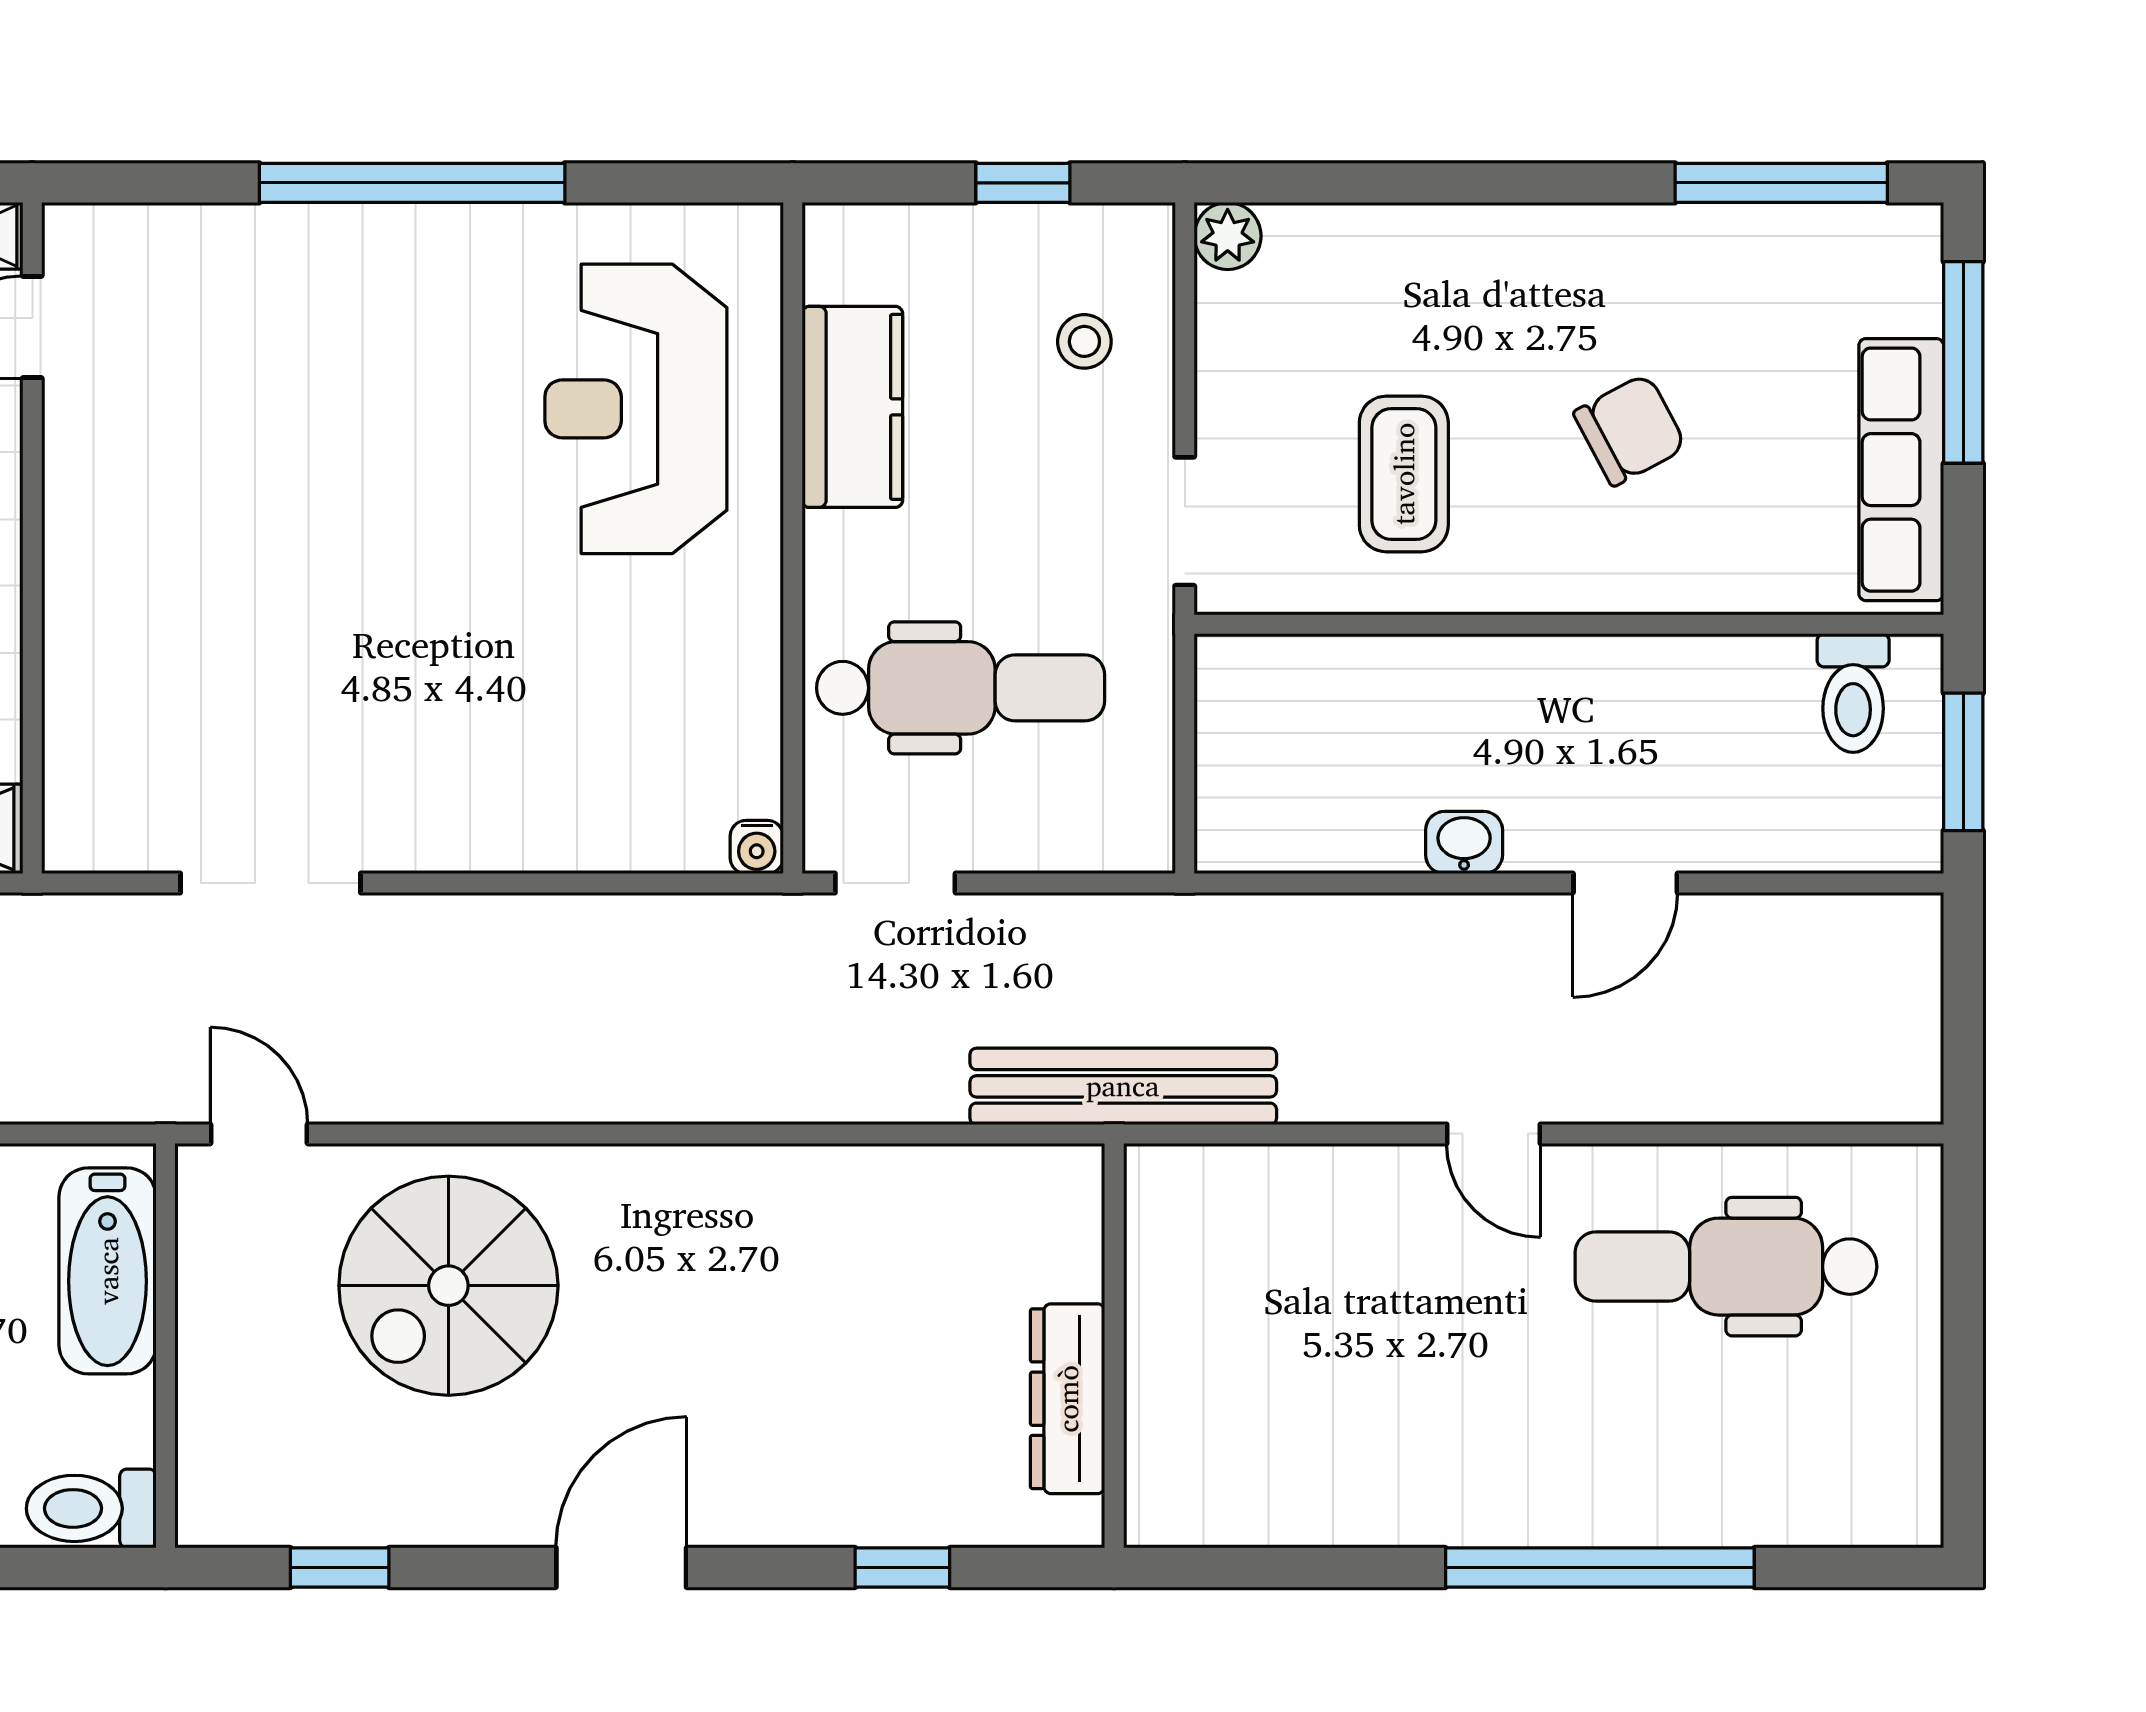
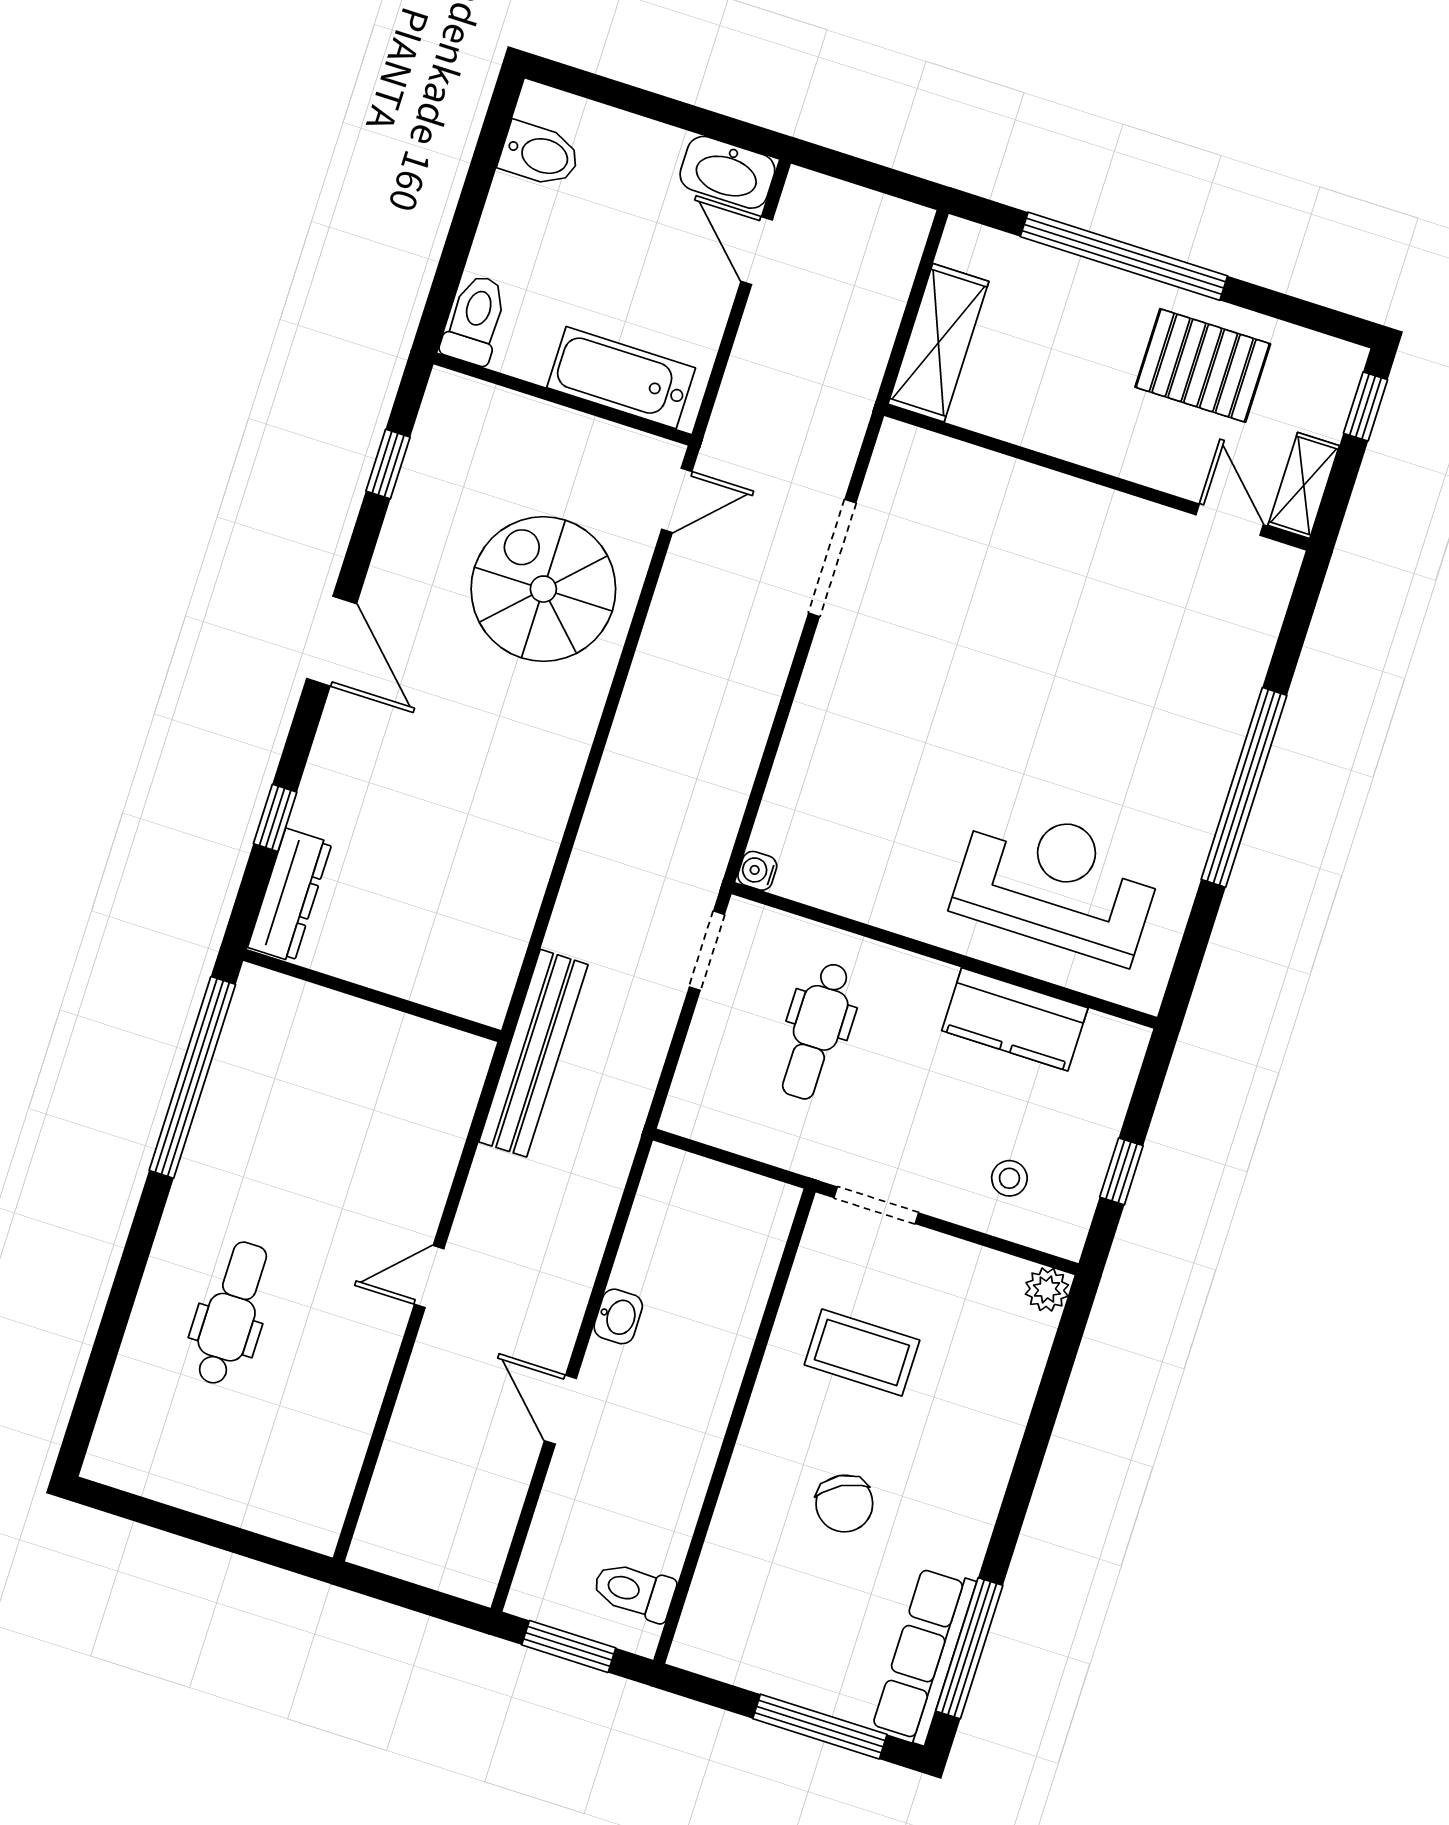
row of seats: (1901, 470) -> (924, 1655), moved, turned -90
dental chair: (961, 688) -> (816, 1031), width x0.73, depth x0.72
dental chair: (1726, 1267) -> (231, 1313), moved, width x0.73, depth x0.72
dresser: (1068, 1399) -> (290, 895), moved, turned 90
window: (1600, 1567) -> (192, 1077), moved

